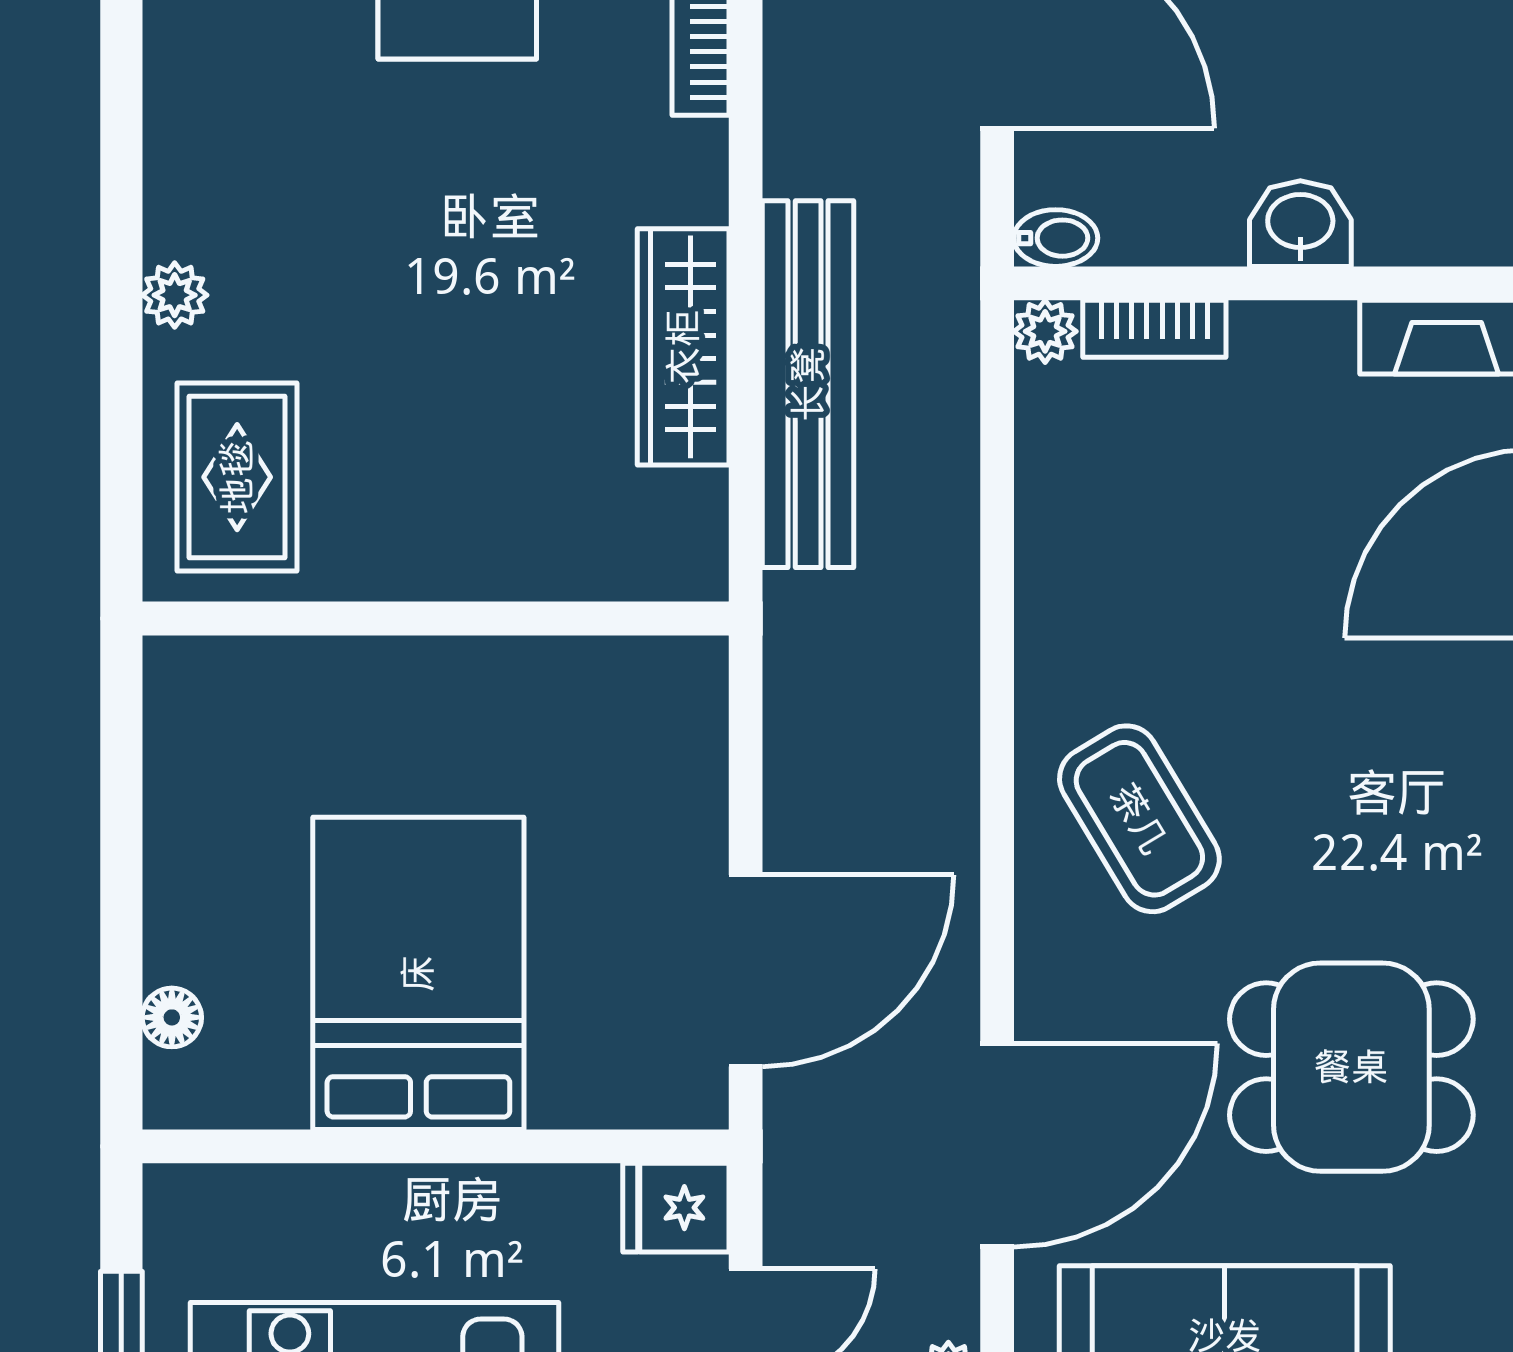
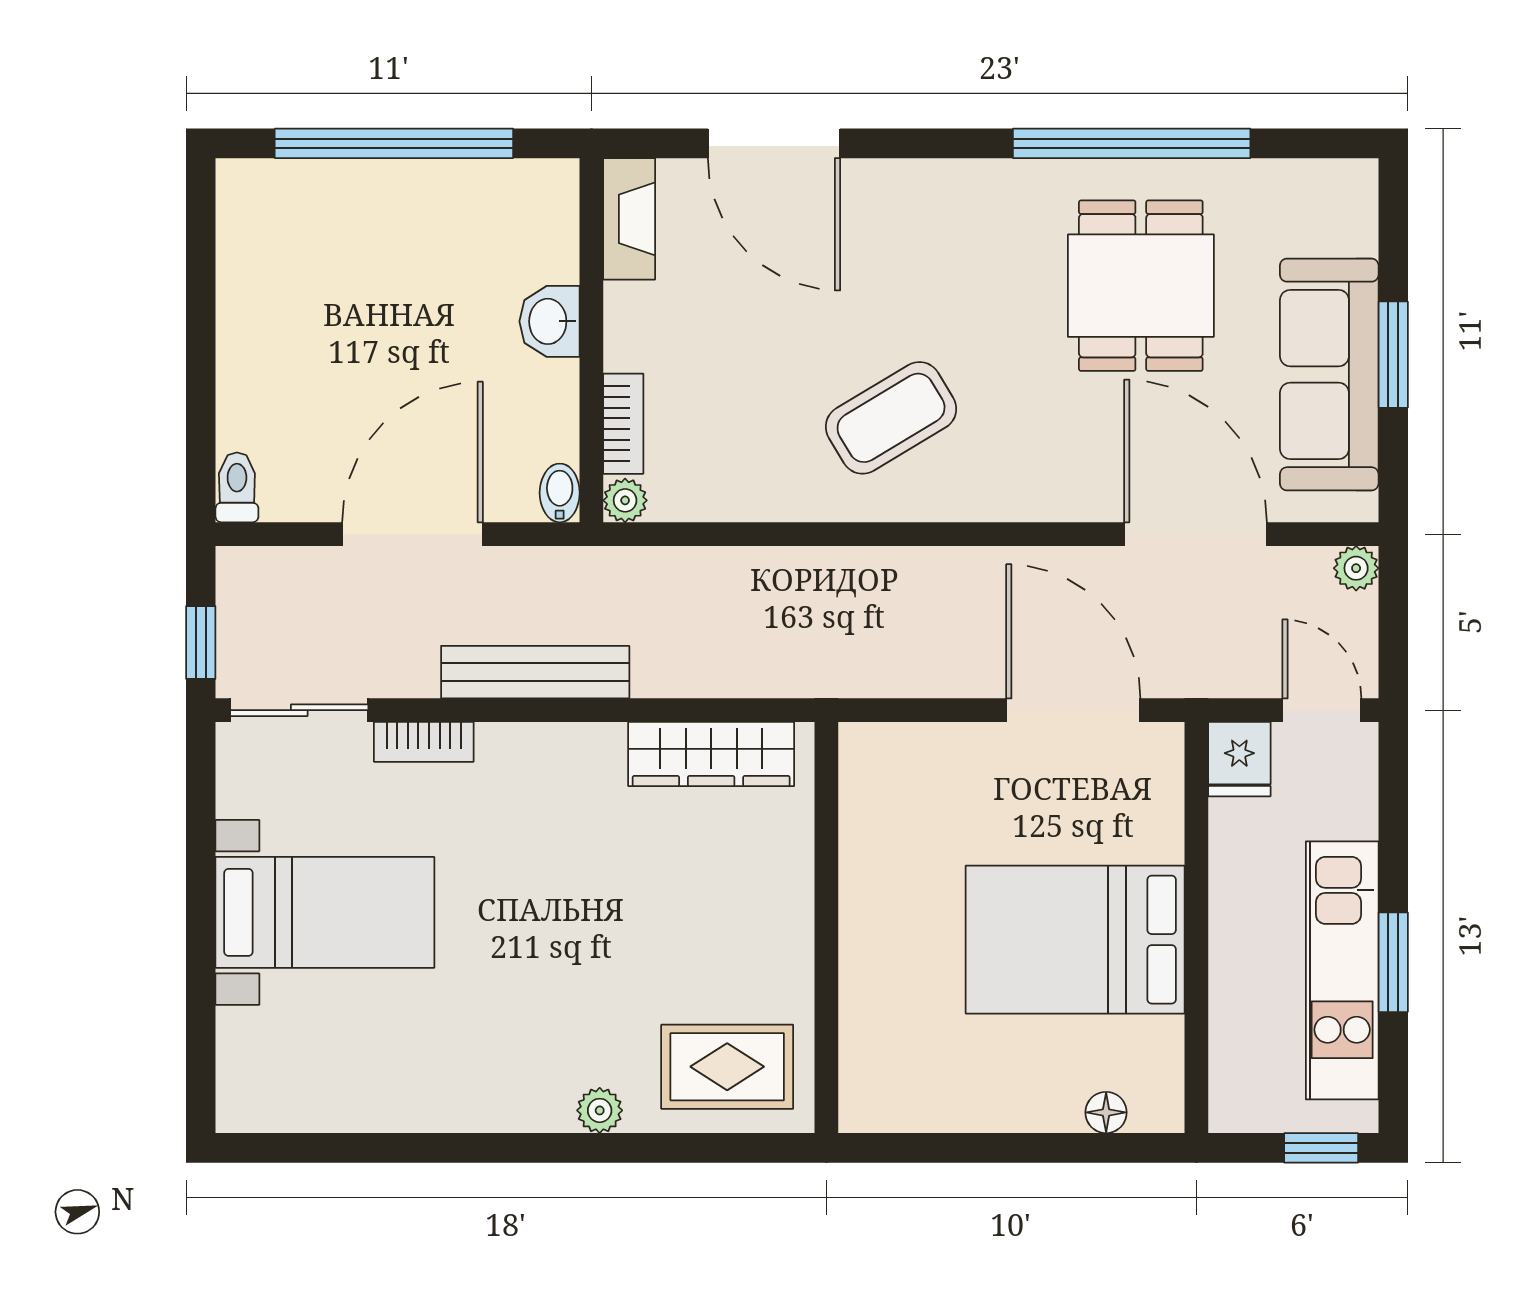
wardrobe: (683, 347) -> (711, 754), moved
bench: (808, 384) -> (535, 672), moved, width x0.73, depth x0.82
coffee table: (1139, 819) -> (891, 418), moved

